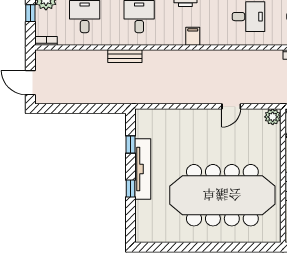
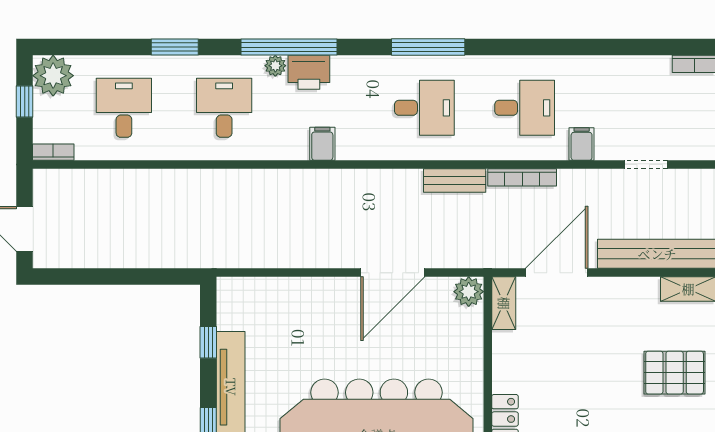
bench: (125, 56) -> (455, 180), moved
door: (231, 106) -> (393, 273), width x1.88

